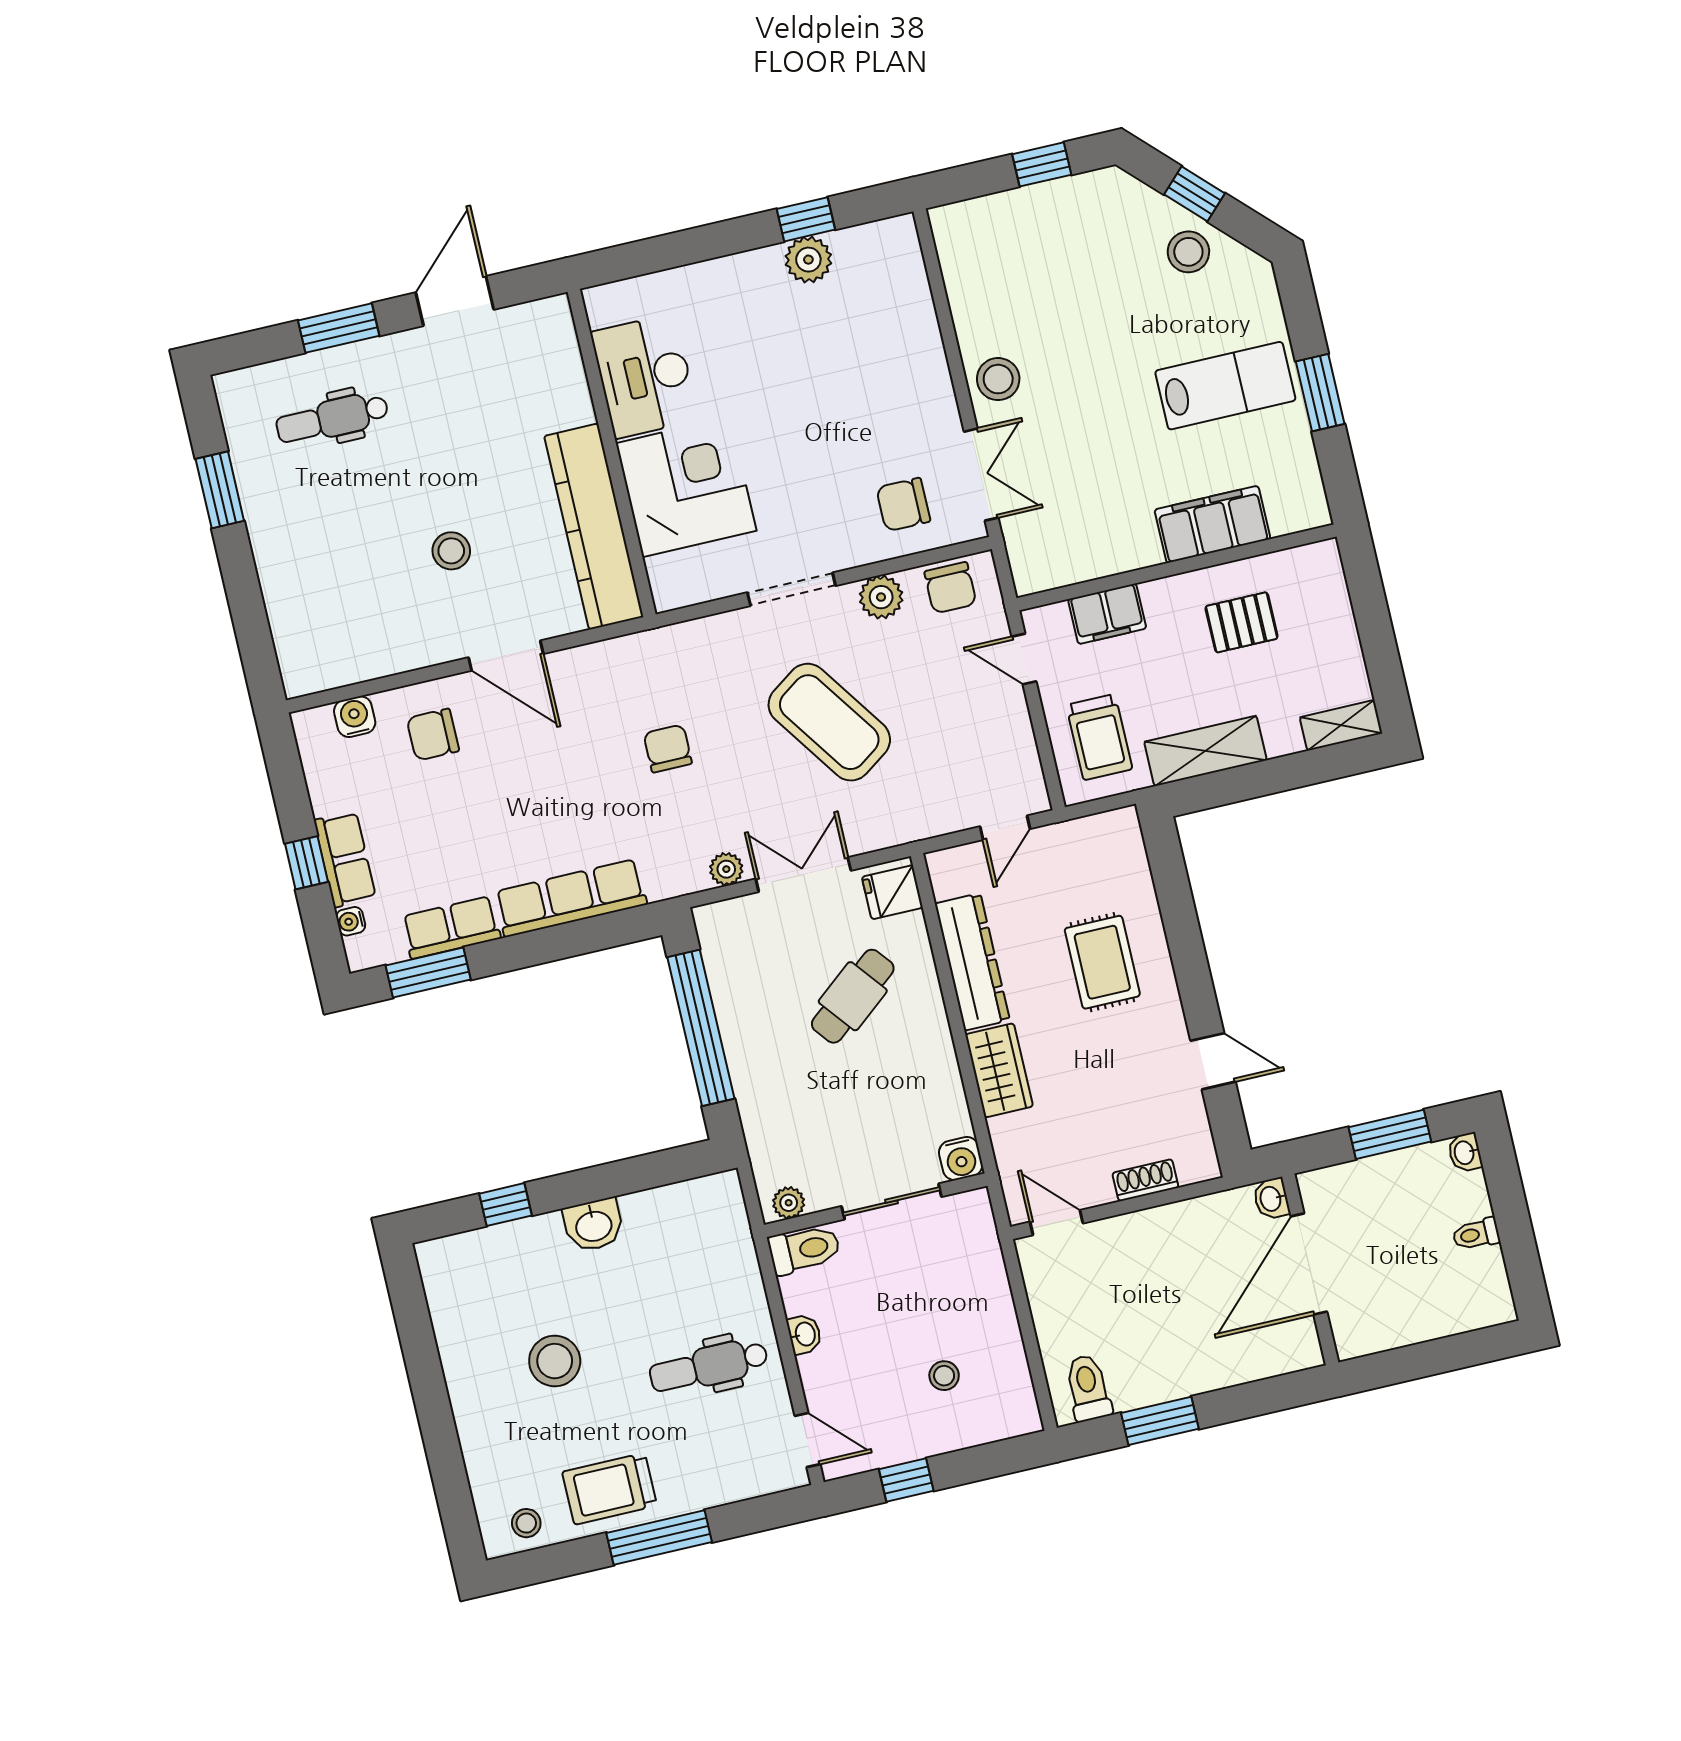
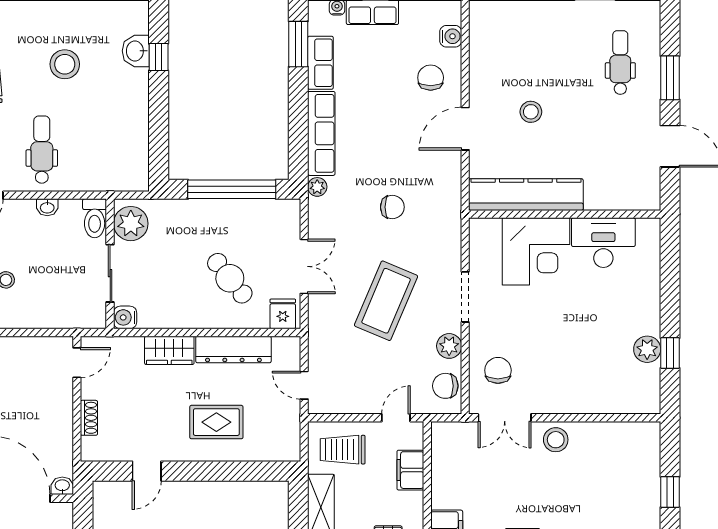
coffee table: (829, 722) -> (386, 301), turned -32
plant: (726, 869) -> (317, 187), moved
plant: (789, 1203) -> (131, 224), width x1.88, depth x1.88
washbasin: (594, 1225) -> (136, 51), moved

